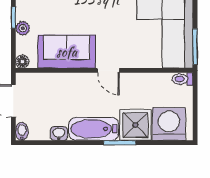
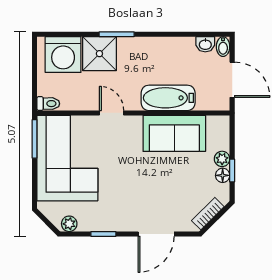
floor lamp: (22, 62) -> (223, 175), moved
door: (108, 70) -> (112, 113), moved
bathtub: (94, 129) -> (168, 98), moved, turned 180
washbasin: (59, 134) -> (205, 44), moved

